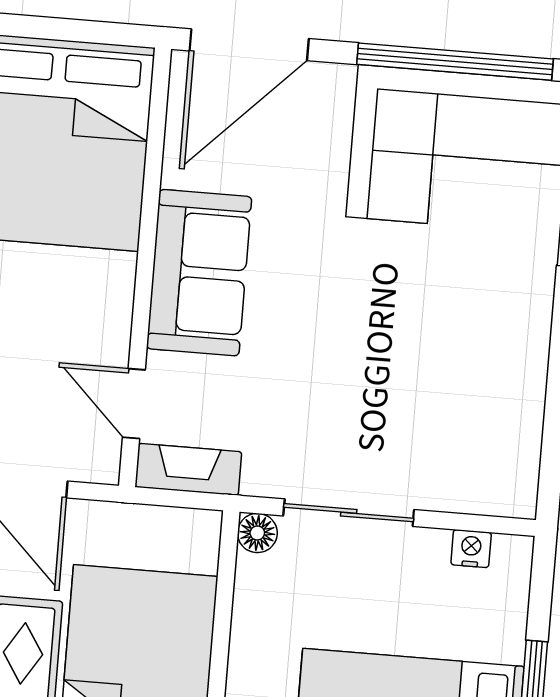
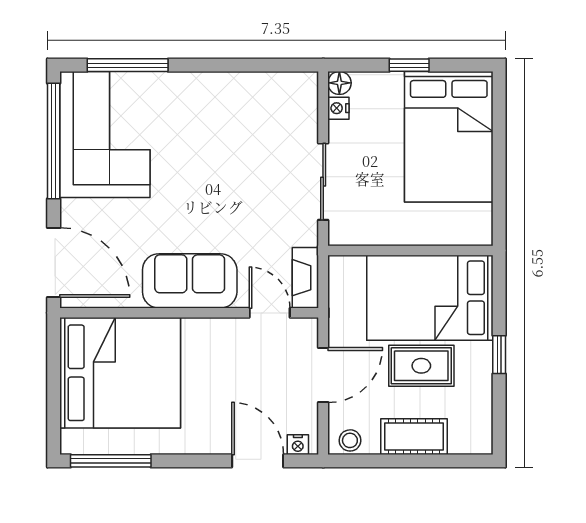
door: (134, 404) -> (270, 313), swing flipped
floor lamp: (257, 533) -> (339, 83), moved

